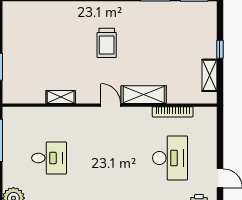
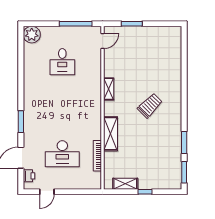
trolley: (107, 43) -> (150, 106), turned 135
shelving: (61, 97) -> (109, 89), moved
door: (111, 105) -> (102, 41), moved

